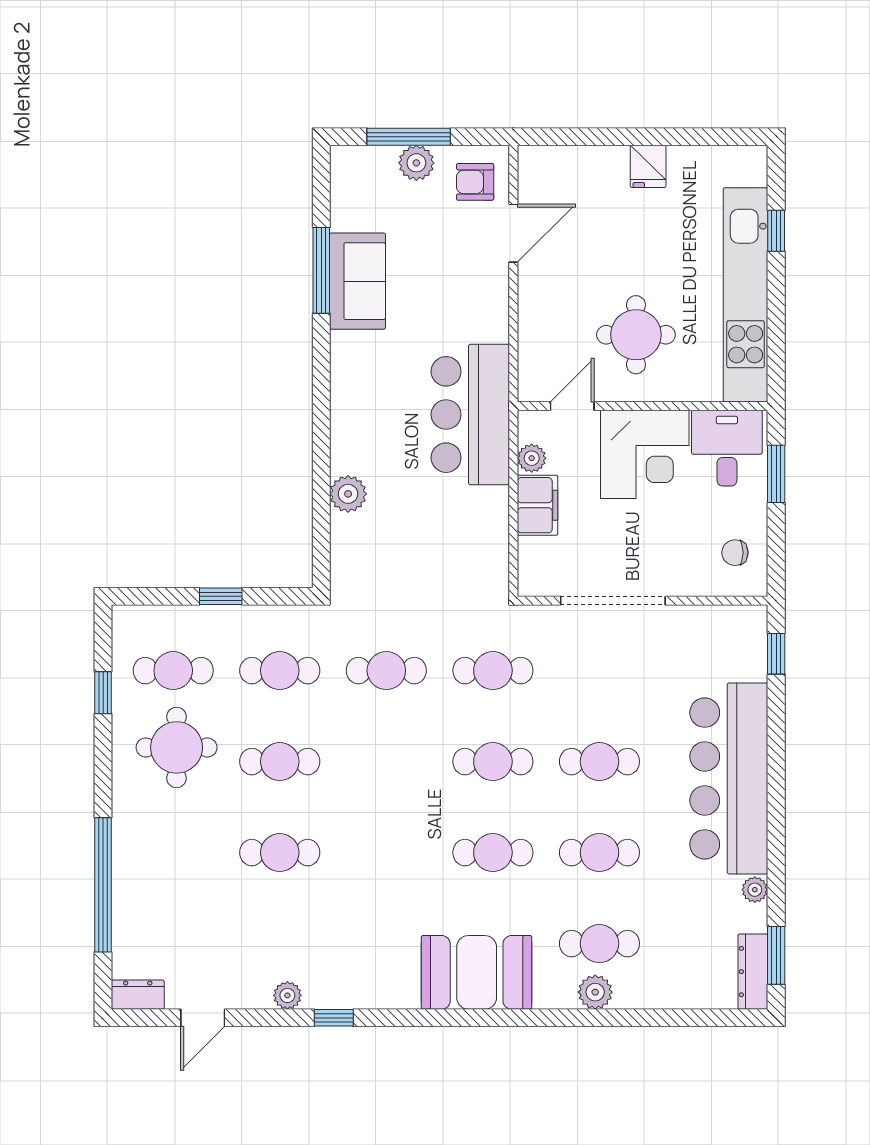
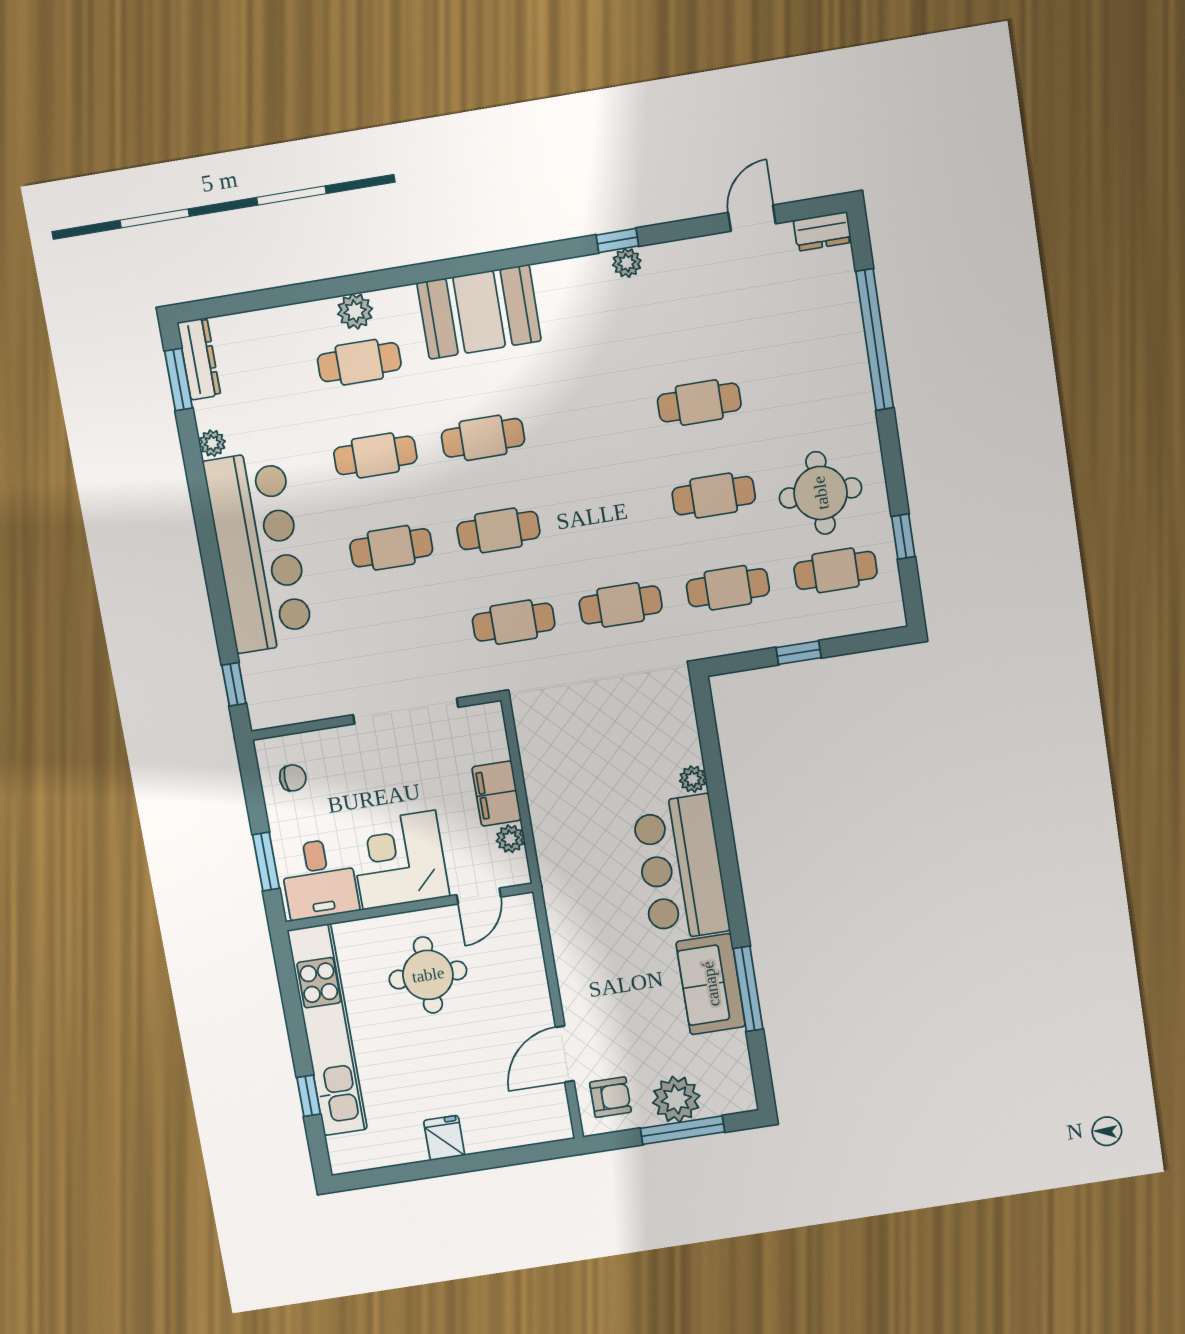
plant: (416, 163) -> (676, 1099), width x1.36, depth x1.36
bar counter: (470, 415) -> (681, 868), moved, turned 180
plant: (348, 494) -> (693, 779), width x0.73, depth x0.73
plant: (287, 995) -> (627, 263), moved

